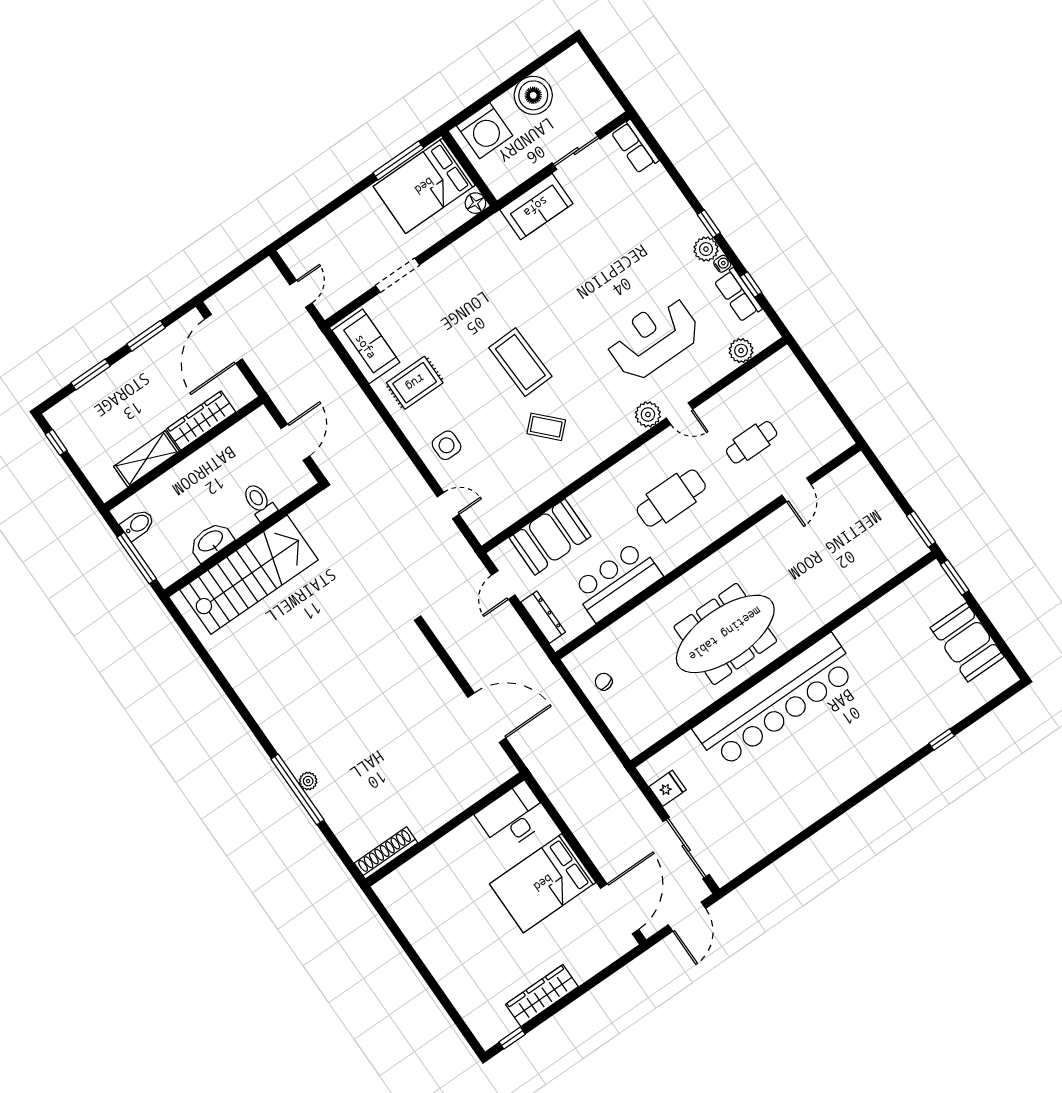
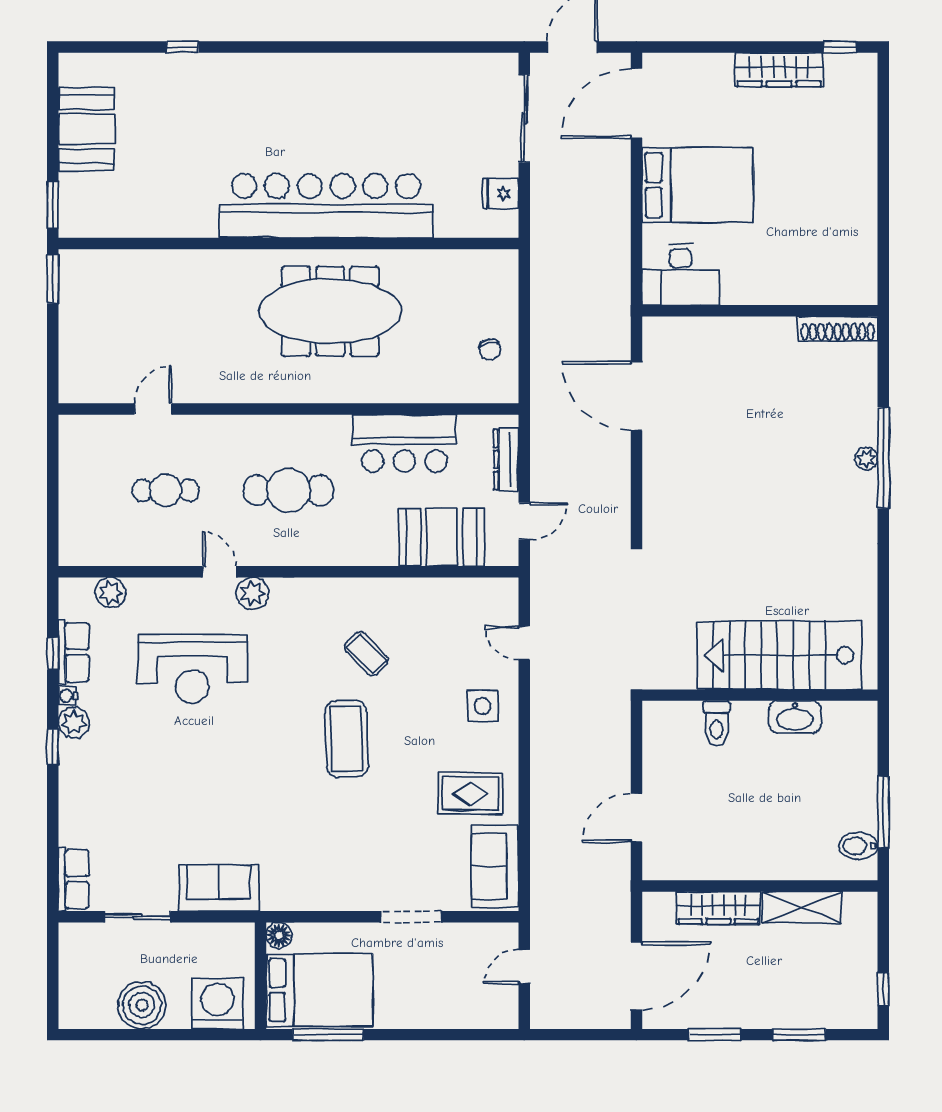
toilet: (259, 502) -> (717, 723), moved
wall: (244, 540) -> (760, 695), moved
washbasin: (211, 542) -> (795, 717), moved
stairs: (249, 575) -> (779, 655), moved

